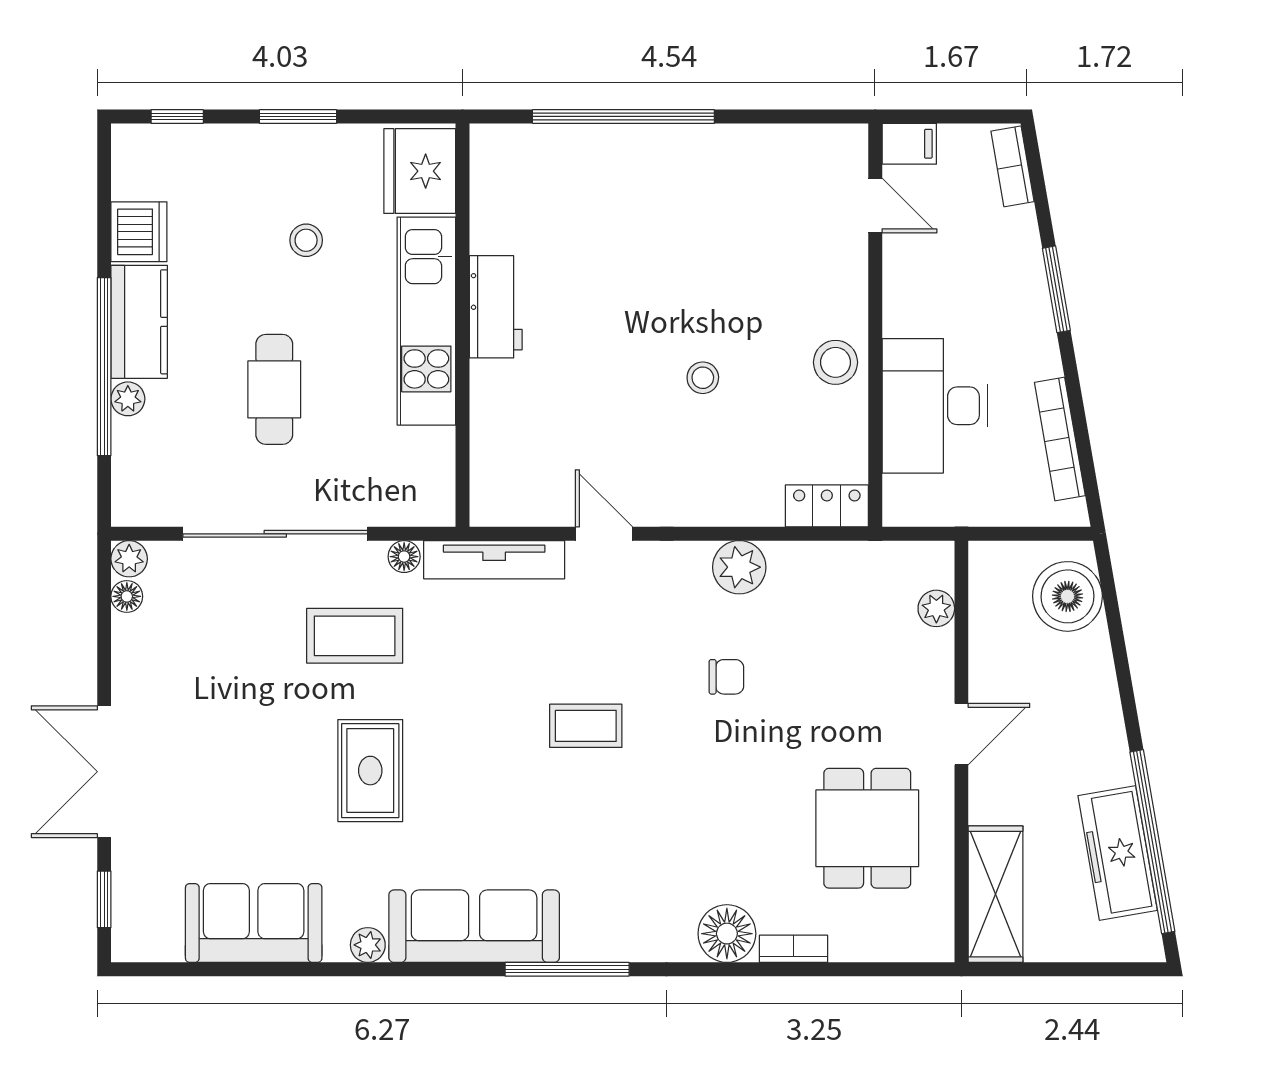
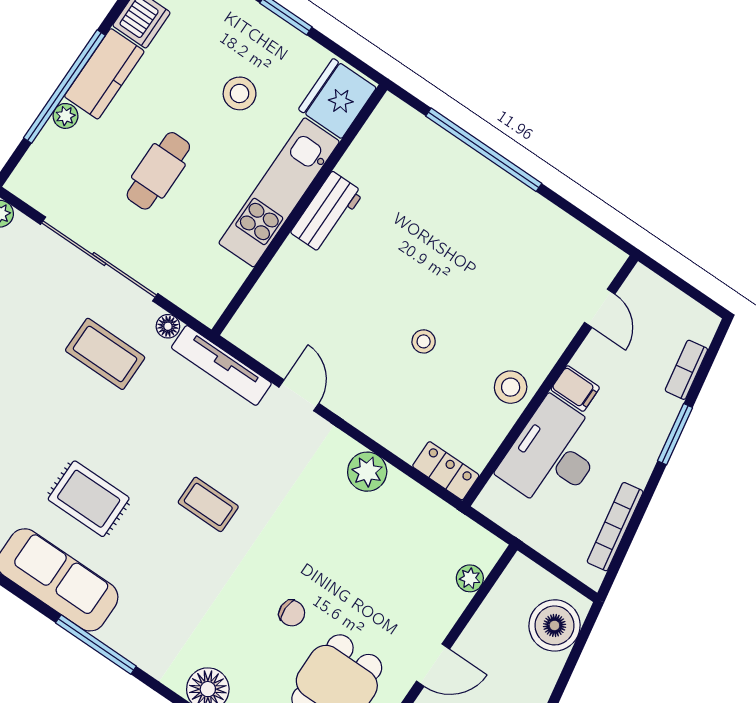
filing cabinet: (909, 144) -> (575, 389), moved
bookcase: (1012, 166) -> (686, 370), moved
stool: (306, 240) -> (240, 93), width x1.37, depth x1.37
chair: (726, 677) -> (292, 613), moved
rug: (370, 771) -> (89, 499), moved, turned 90

